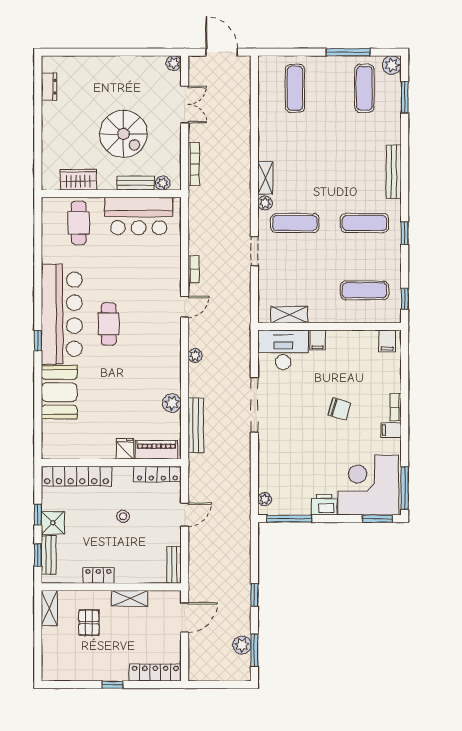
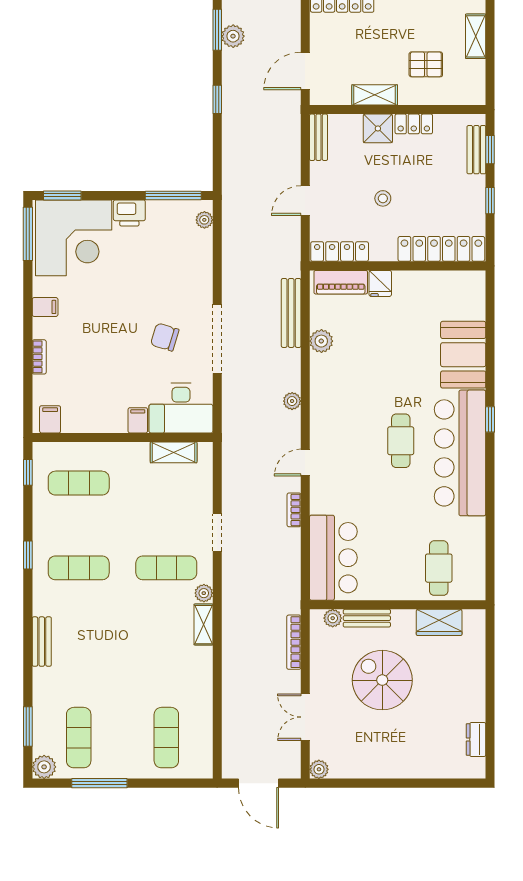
bench: (394, 172) -> (42, 642), width x0.73
bar counter: (139, 216) -> (333, 558), moved, turned 90
bookcase: (396, 407) -> (39, 357), moved
chair: (339, 409) -> (165, 337), moved
shower: (53, 523) -> (378, 128), moved
shelving: (49, 608) -> (476, 36), moved
pallet: (89, 623) -> (426, 64), turned 90

